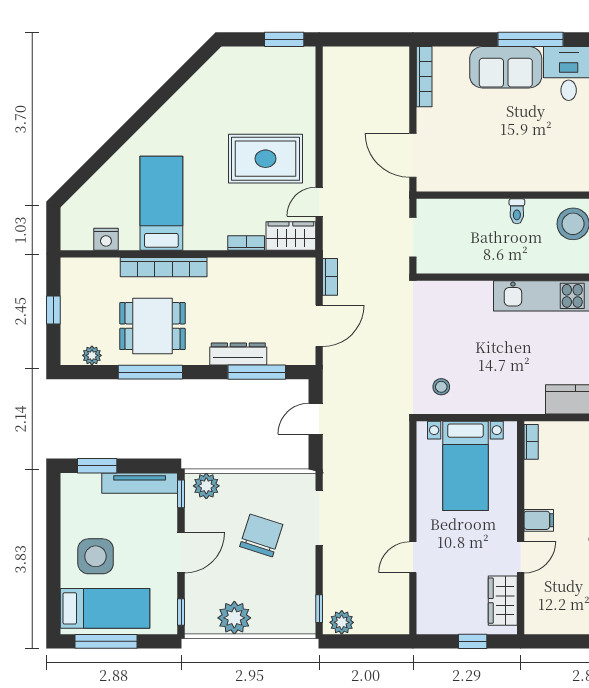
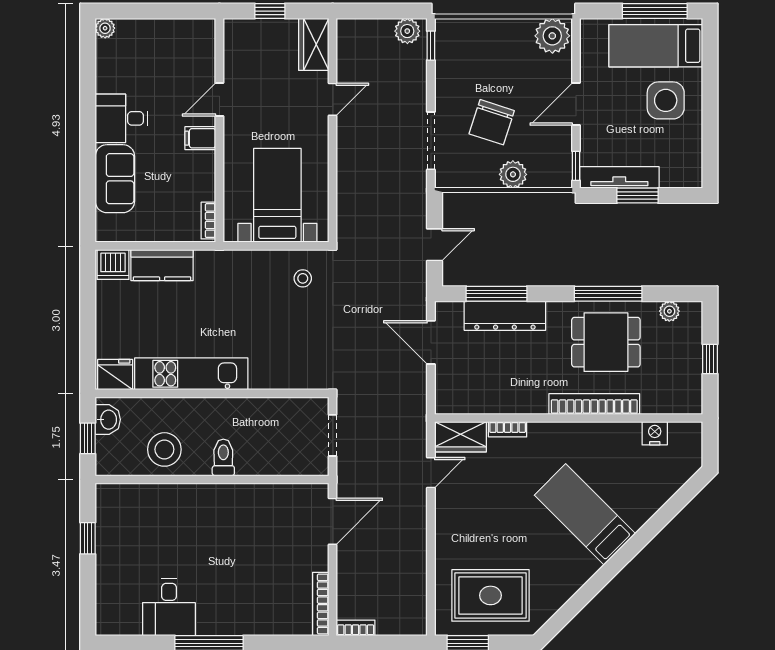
sofa: (506, 67) -> (235, 614), removed
door: (413, 155) -> (333, 521), hinge flipped
rug: (265, 159) -> (490, 595), moved
bed: (161, 203) -> (585, 514), moved, turned 135
toilet: (517, 211) -> (223, 457), width x1.37, depth x1.39
bookcase: (330, 277) -> (356, 628), moved, turned 90
door: (319, 326) -> (431, 342), hinge flipped
dresser: (238, 354) -> (505, 316), width x1.37, depth x1.24
window: (97, 466) -> (638, 195), moved
plant: (206, 486) -> (513, 174), moved
wardrobe: (503, 601) -> (314, 44), moved, turned 180
window: (181, 612) -> (576, 42), removed
plant: (234, 618) -> (552, 36), moved

